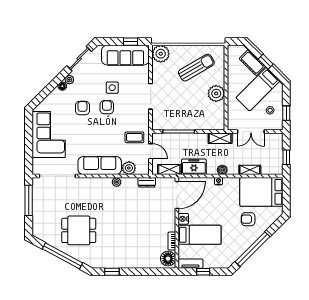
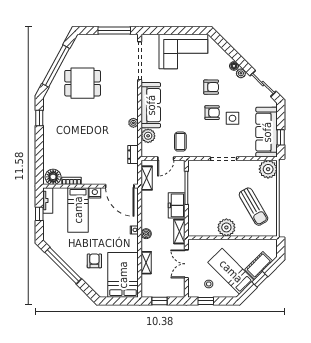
freezer: (194, 167) -> (177, 205), moved, turned 180
dining table: (79, 230) -> (83, 83), turned 90

